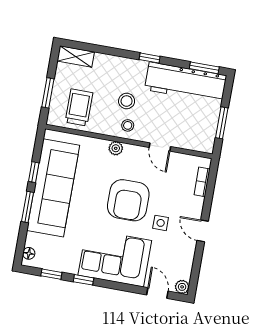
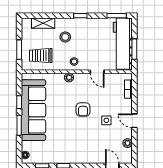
shelving: (76, 56) -> (43, 23), moved
workbench: (186, 83) -> (123, 44), moved, turned 90
stool: (127, 101) -> (65, 37), moved
trolley: (79, 107) -> (41, 56), turned -90
armchair: (128, 200) -> (83, 109), width x0.53, depth x0.53
corner sofa: (115, 258) -> (81, 148), removed
plant: (182, 287) -> (127, 143), moved

